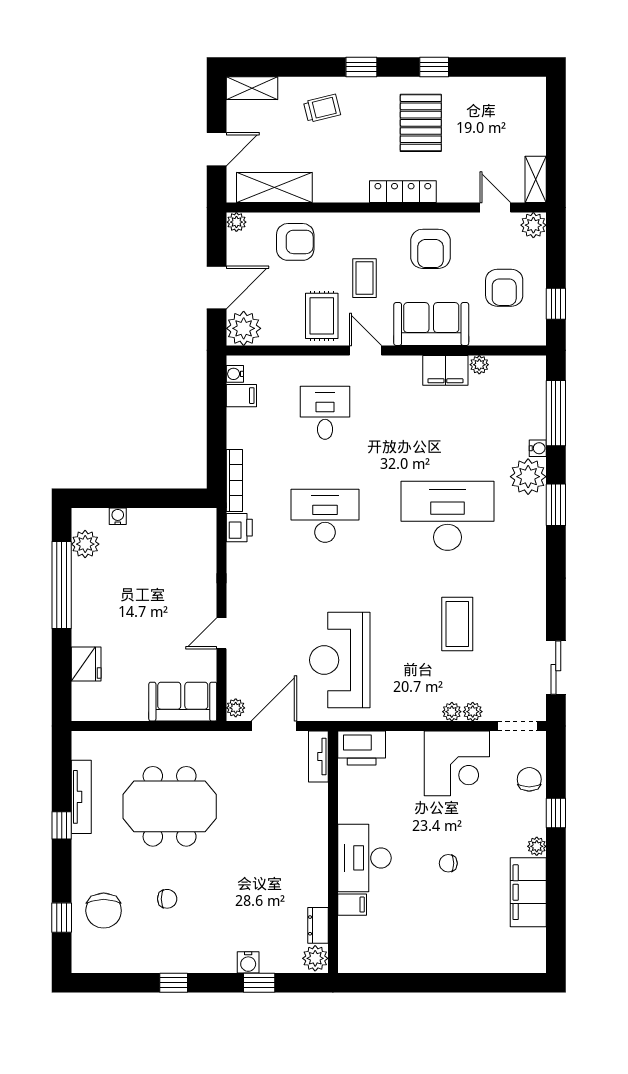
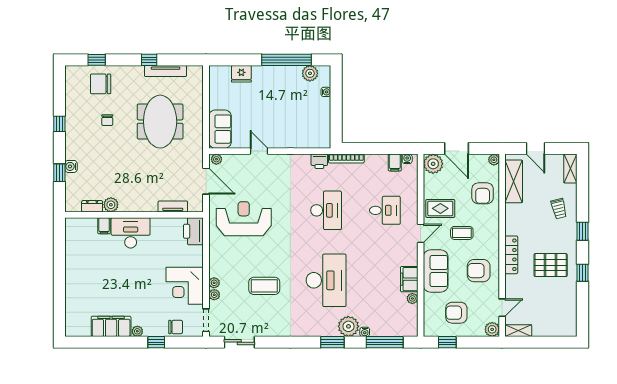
tv unit: (318, 756) -> (173, 207), moved
chair: (448, 863) -> (128, 281), removed
plant: (315, 958) -> (111, 205), moved

